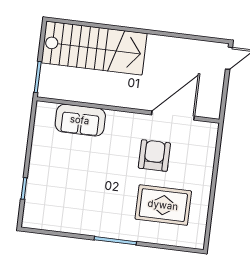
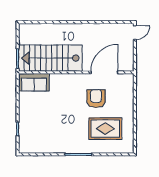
stairs: (94, 48) -> (50, 58), moved, turned 180
sofa: (80, 120) -> (34, 82), moved

